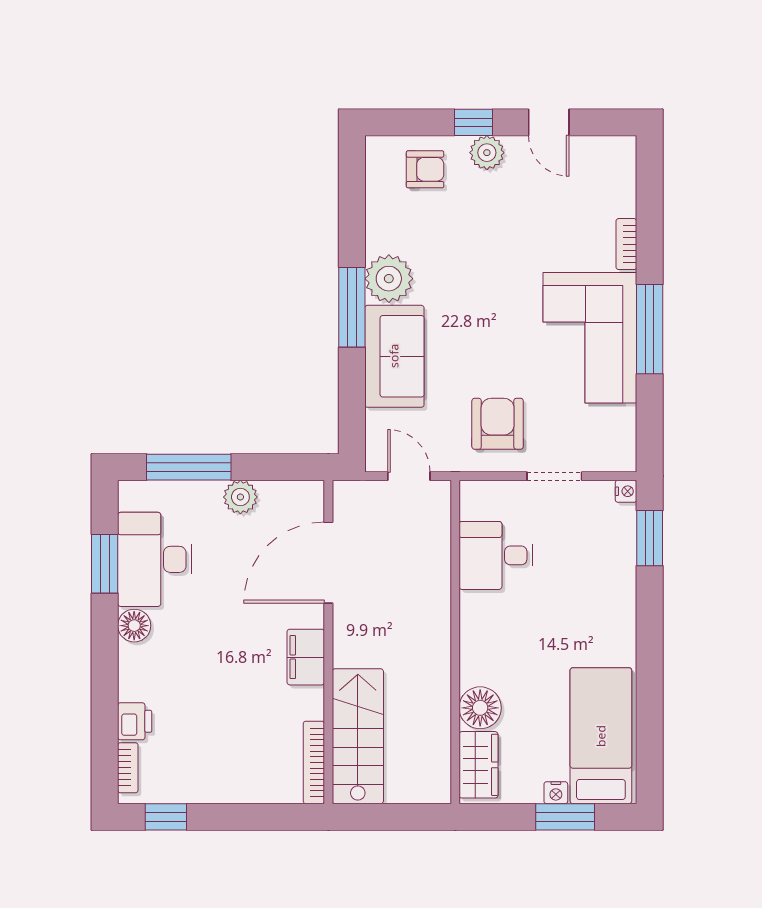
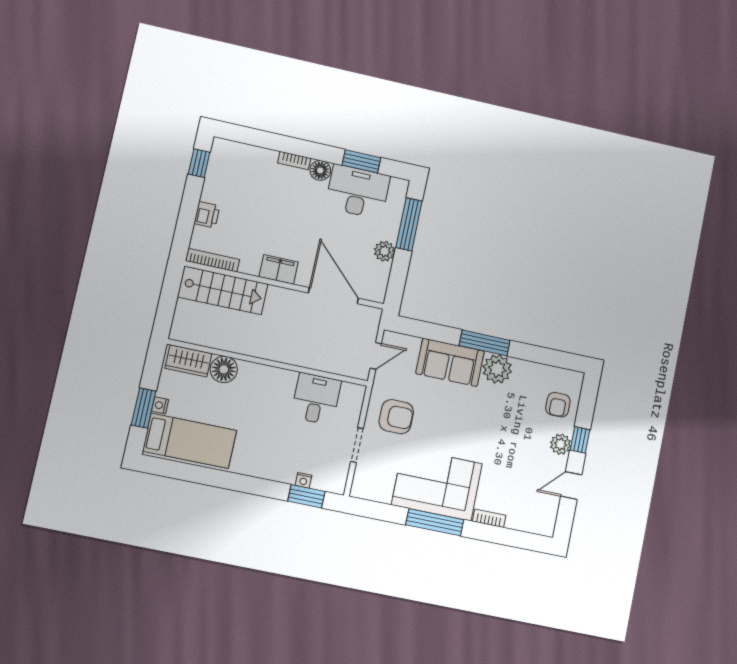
nightstand: (626, 491) -> (303, 480), moved
printer: (135, 721) -> (207, 215), moved, turned -90
bookcase: (128, 768) -> (294, 161), moved

